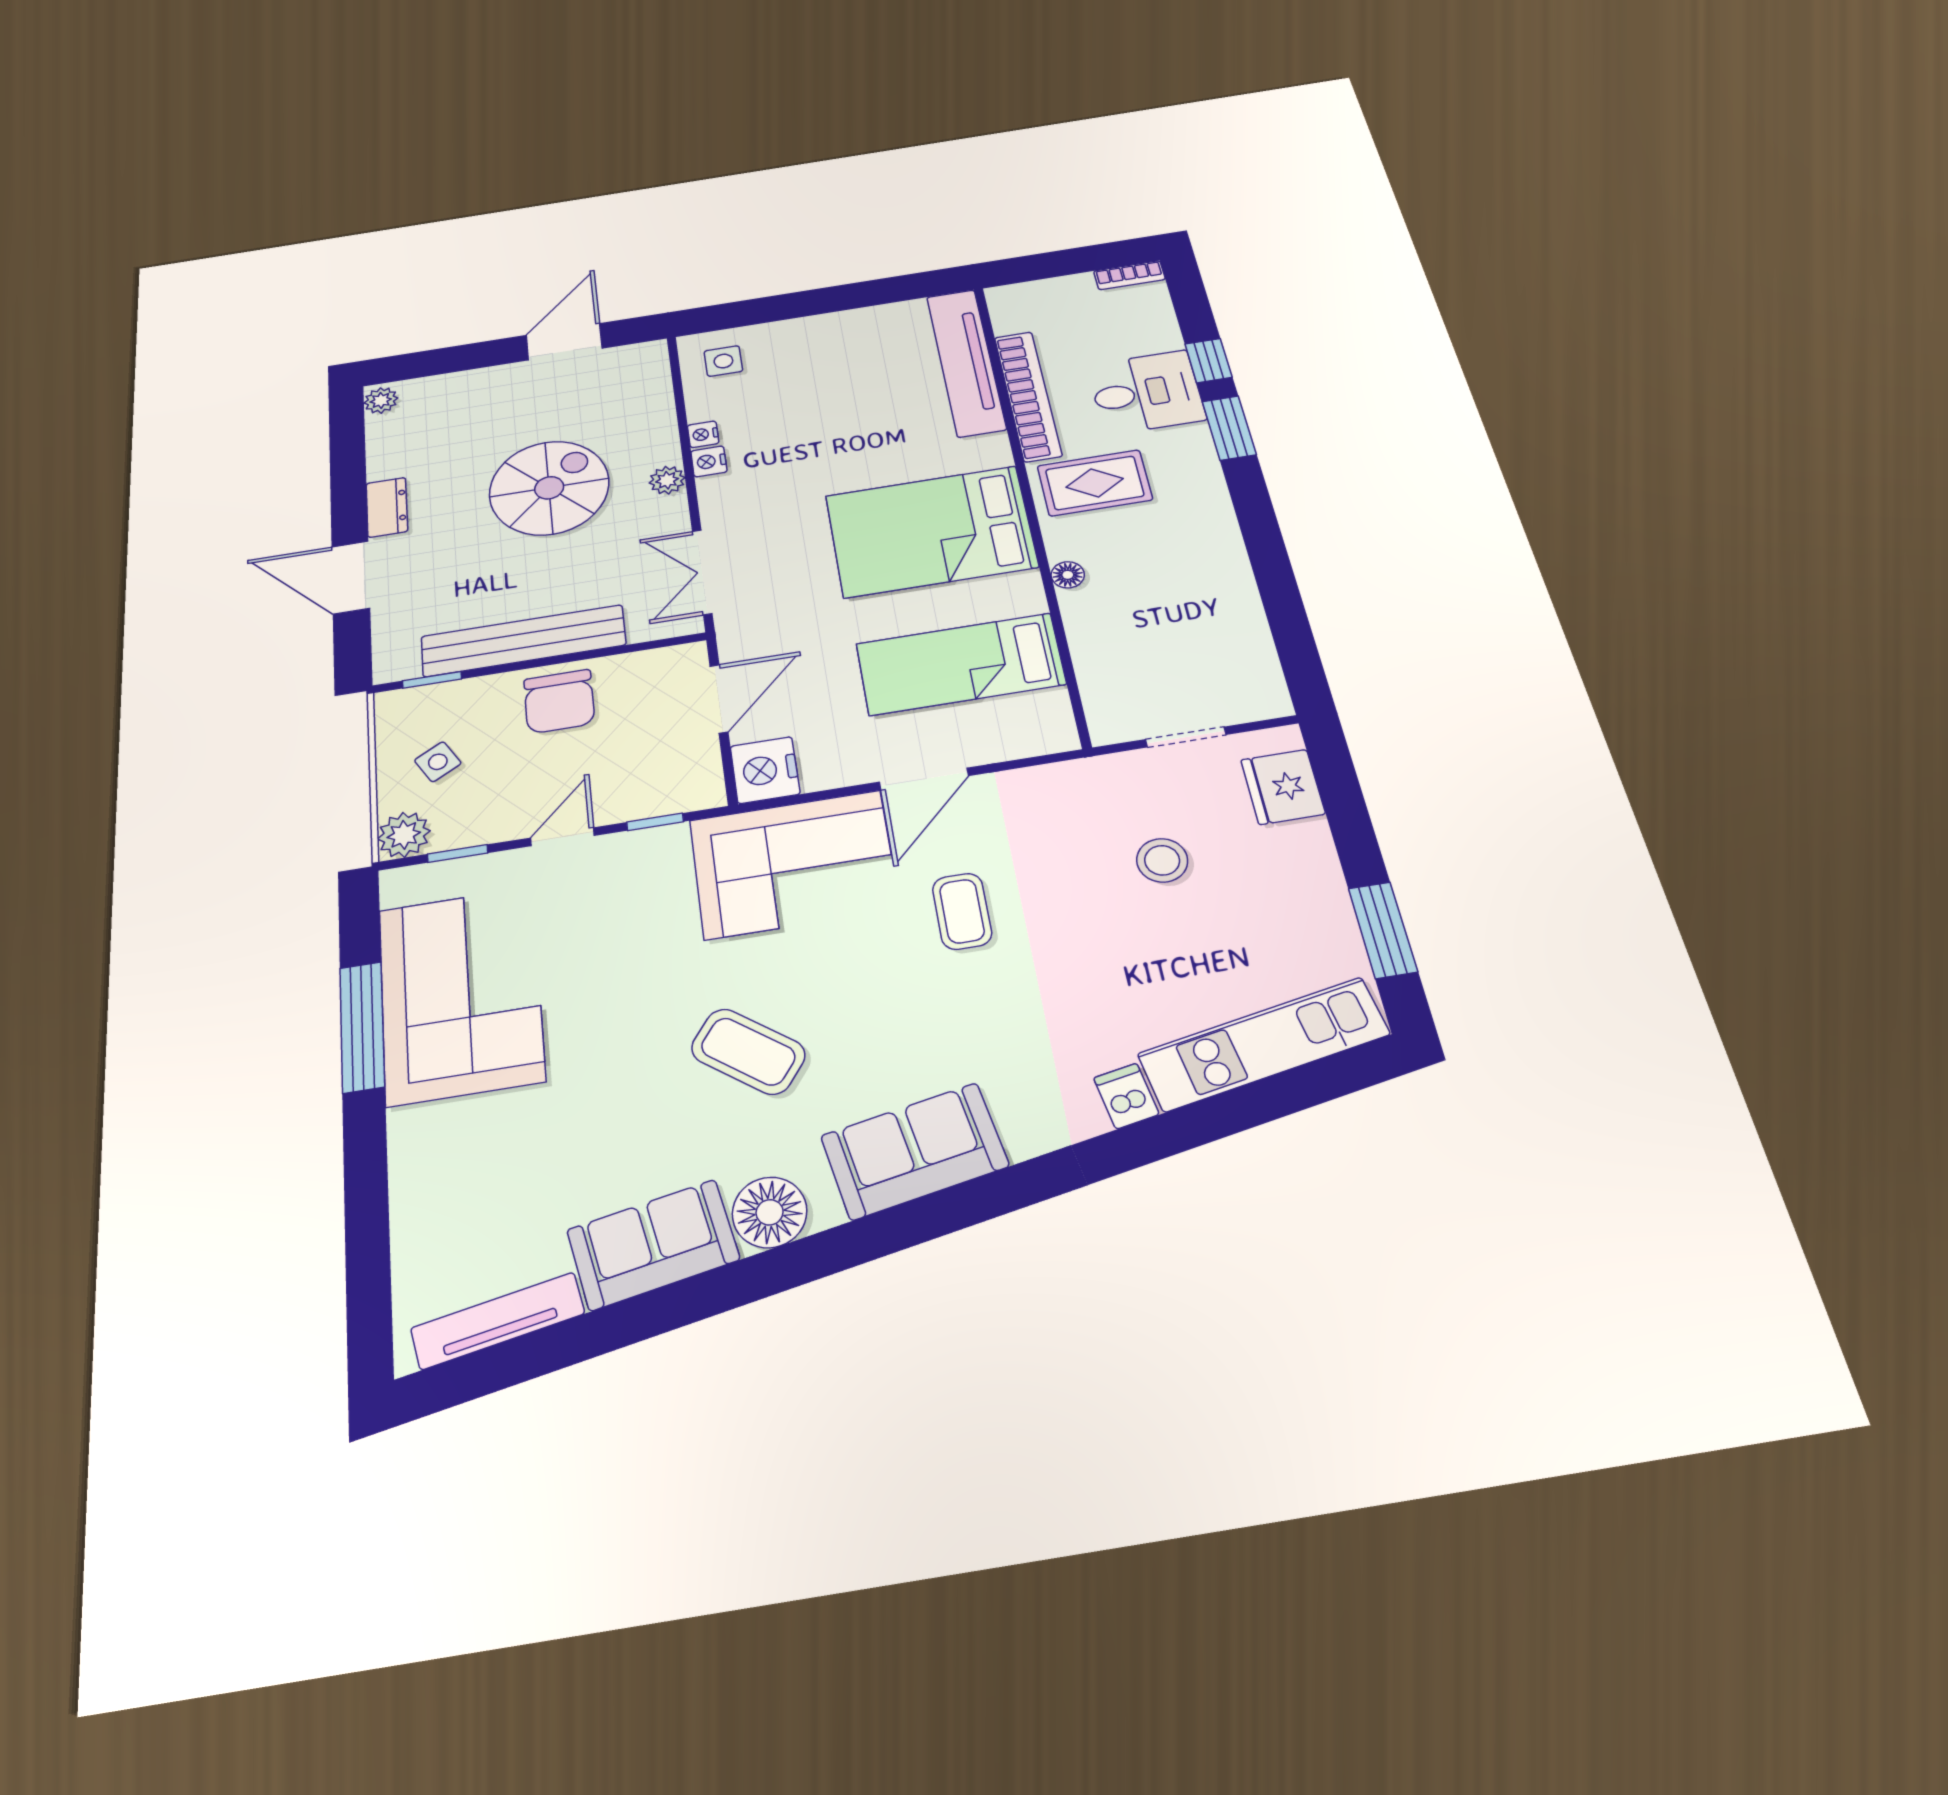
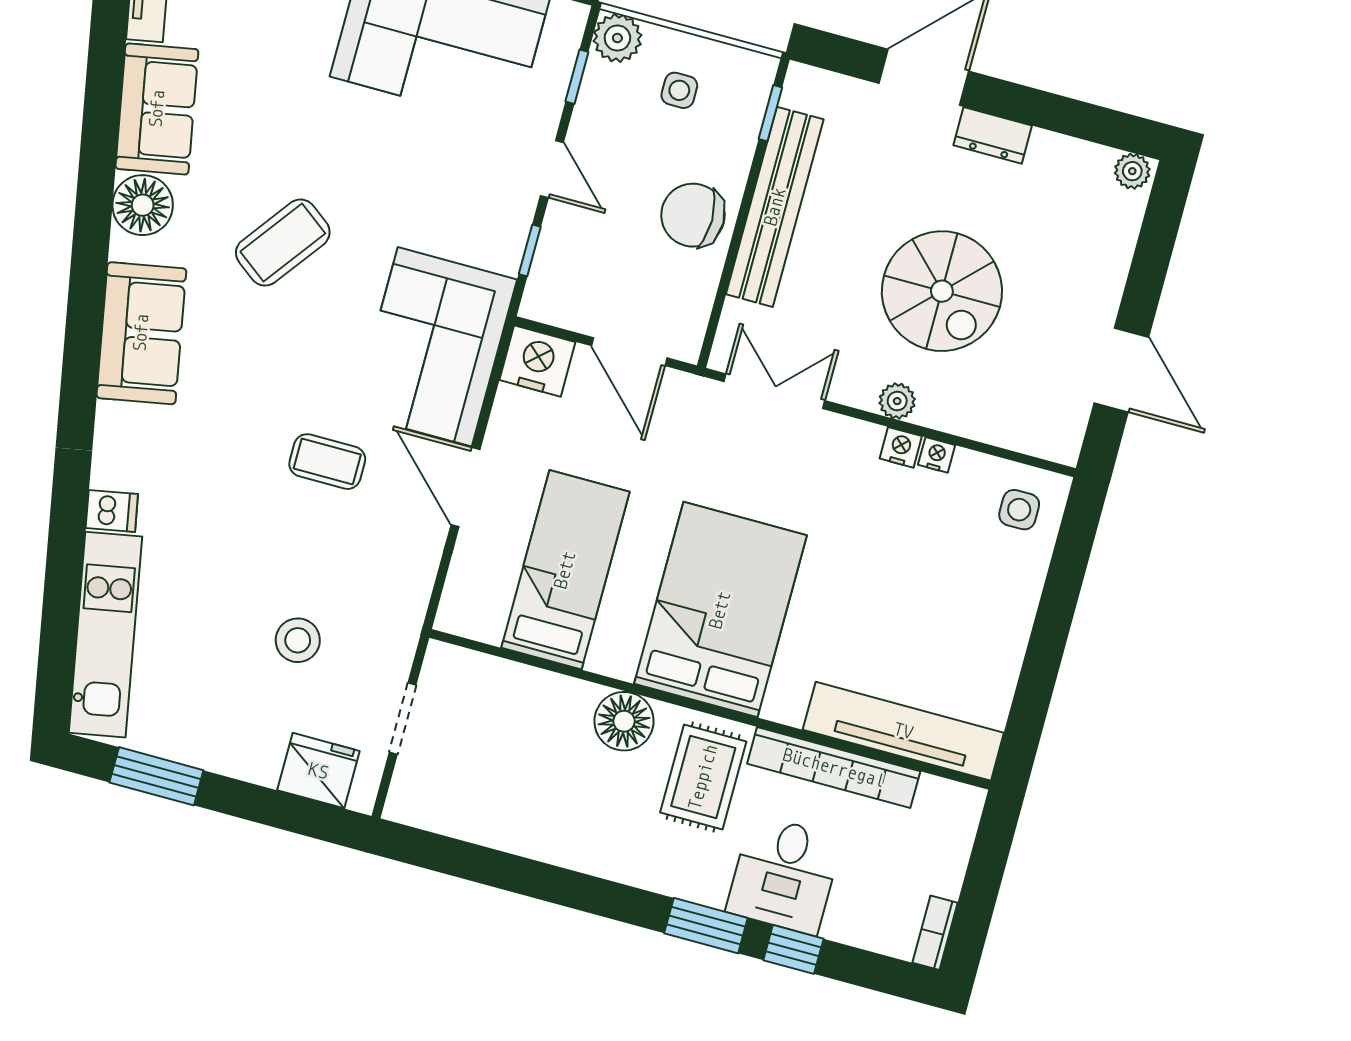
floor lamp: (1068, 575) -> (624, 721), width x1.89, depth x1.89
side table: (438, 762) -> (679, 90), turned 30

